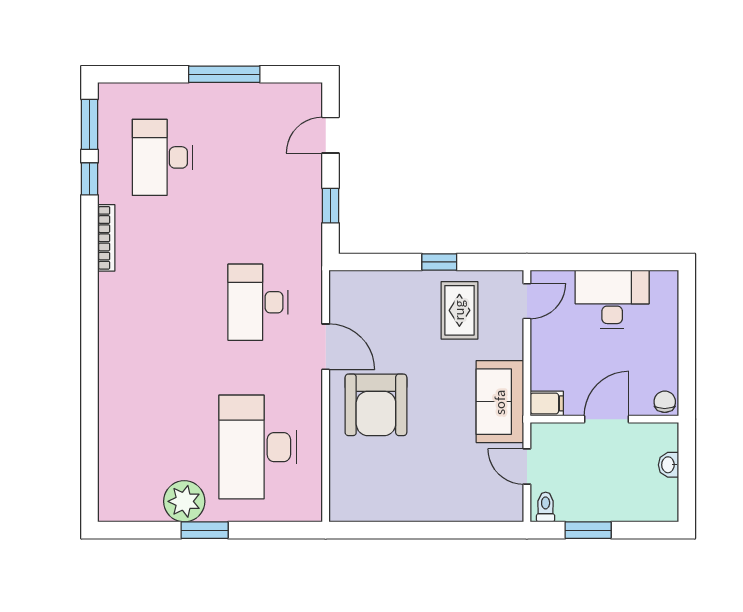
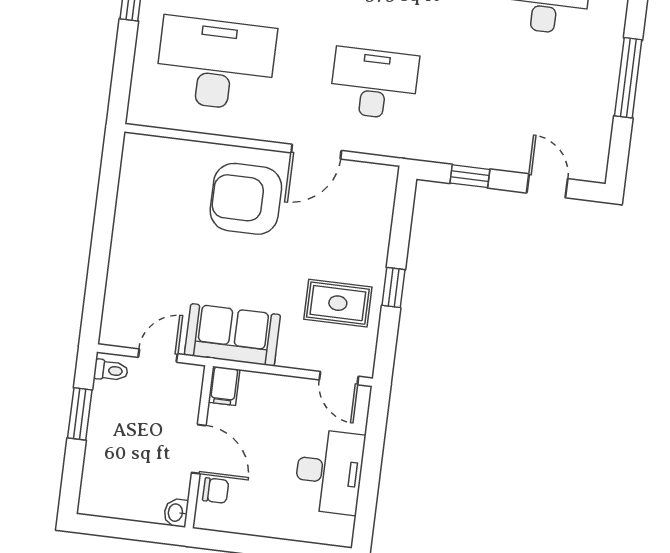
chair: (665, 402) -> (216, 491), moved
washbasin: (669, 465) -> (176, 513), moved, turned -90

